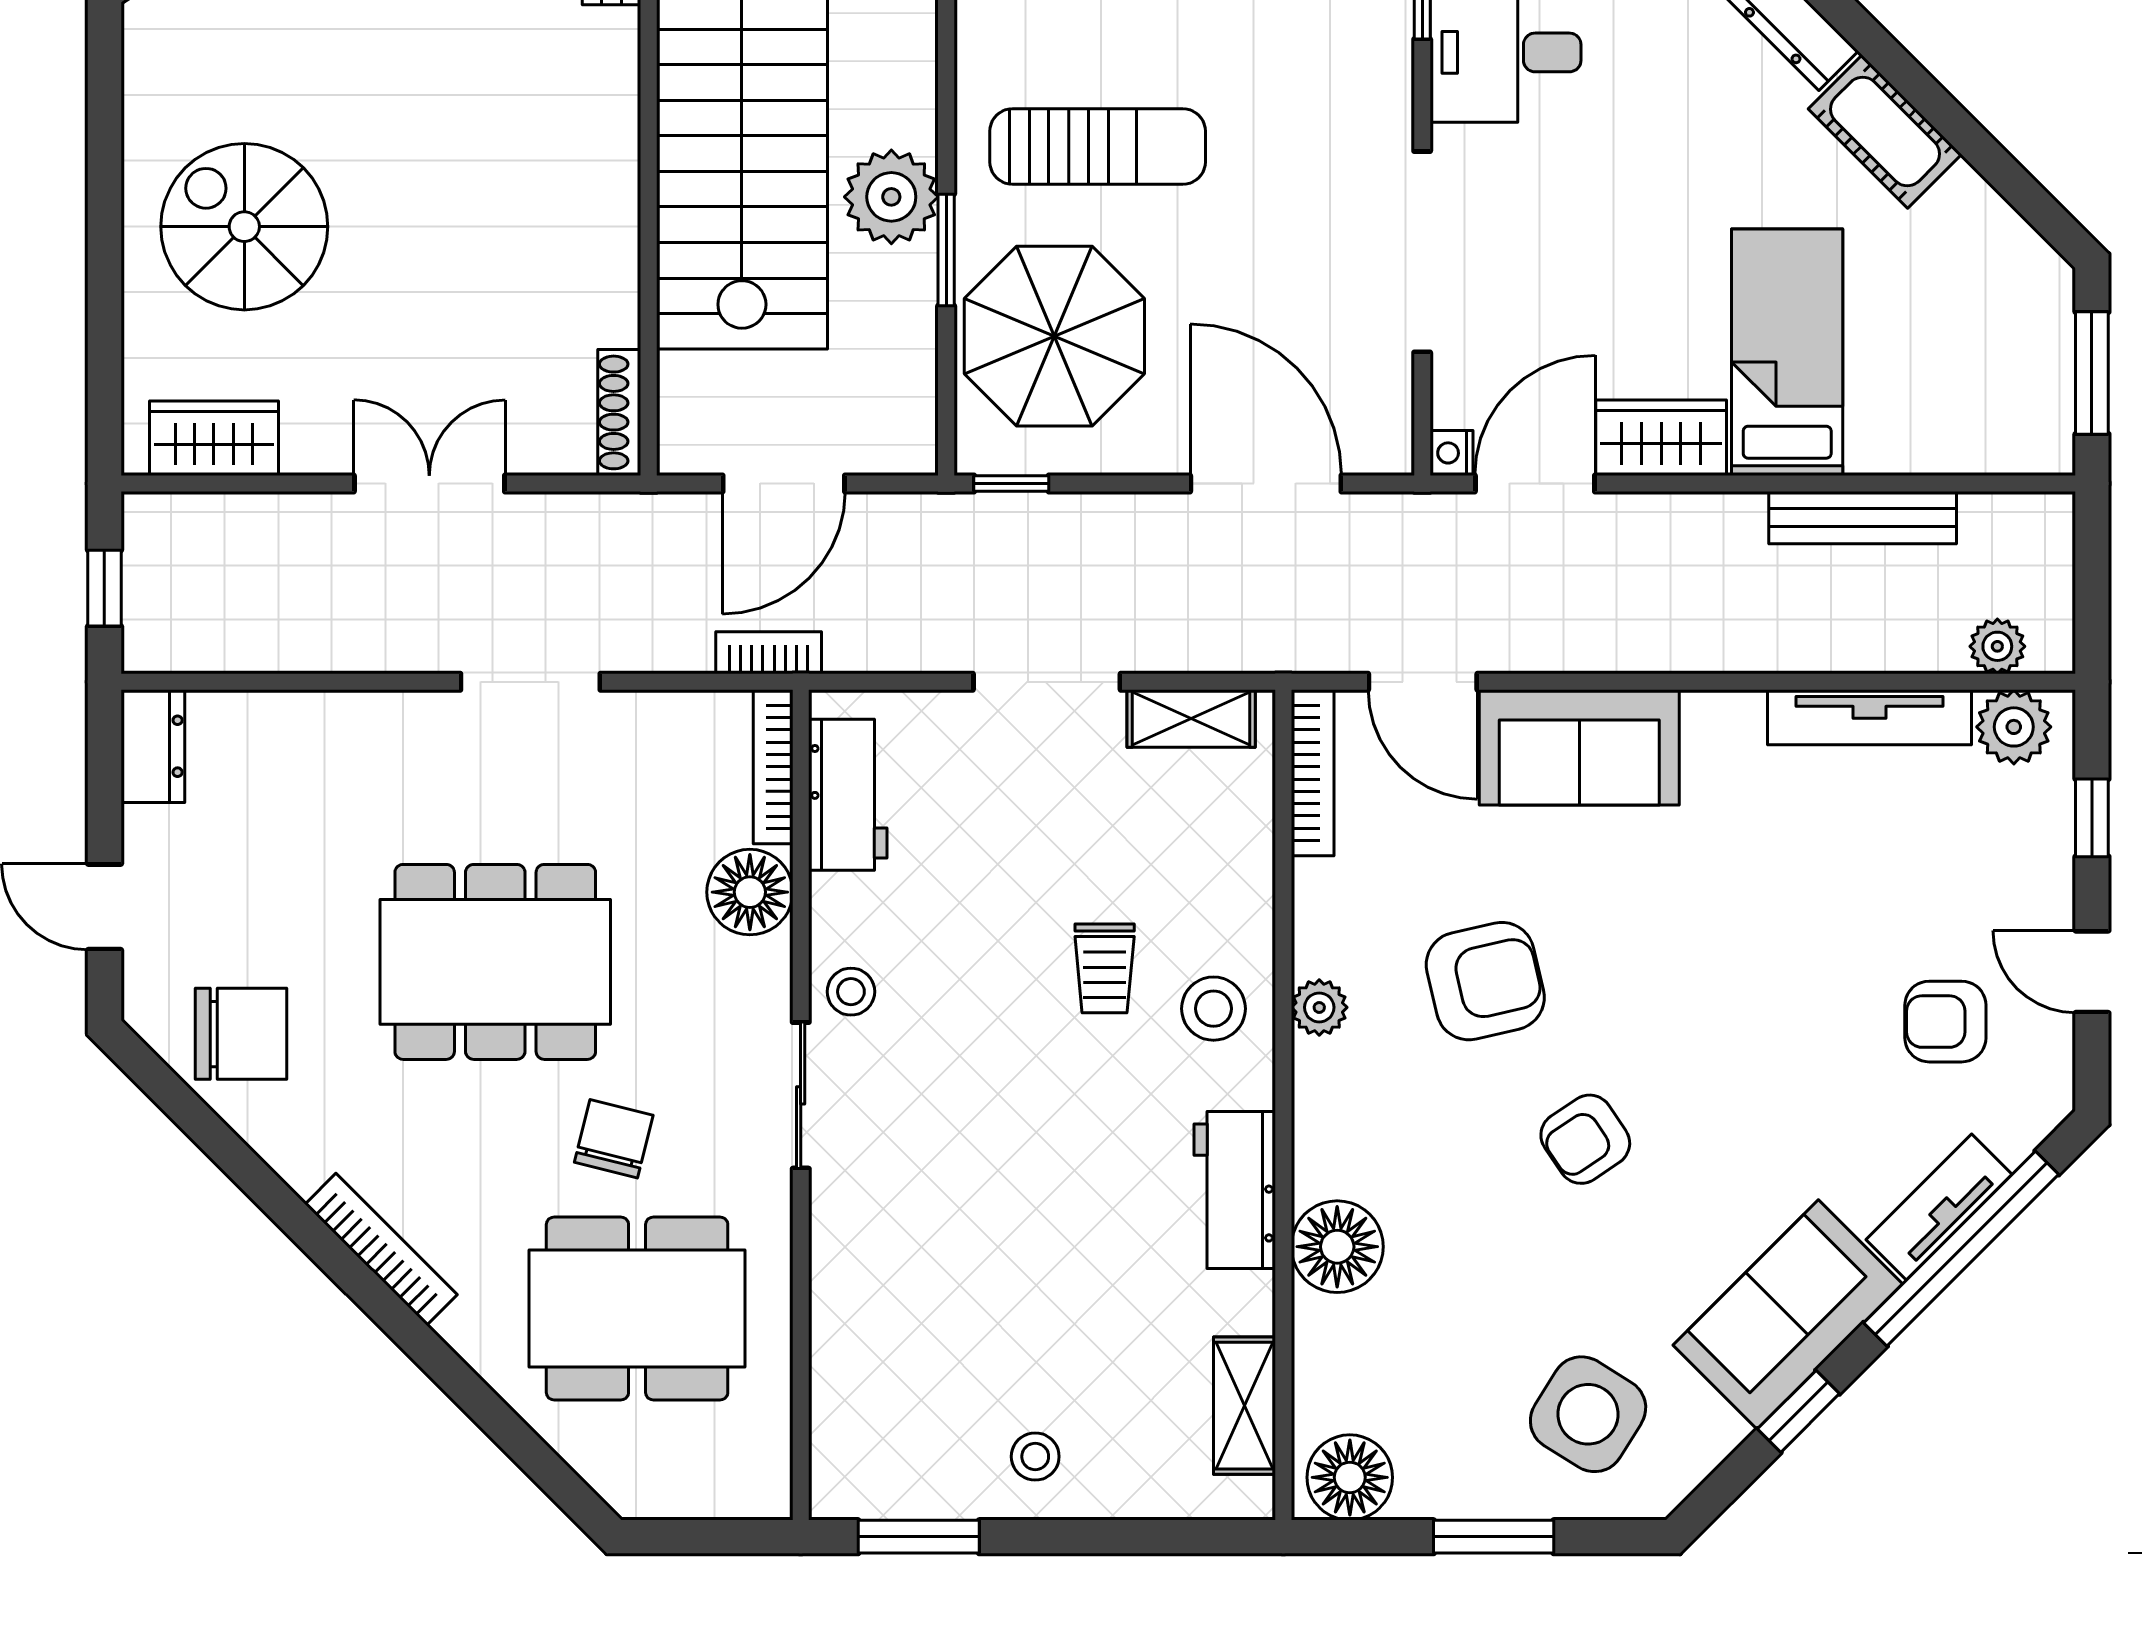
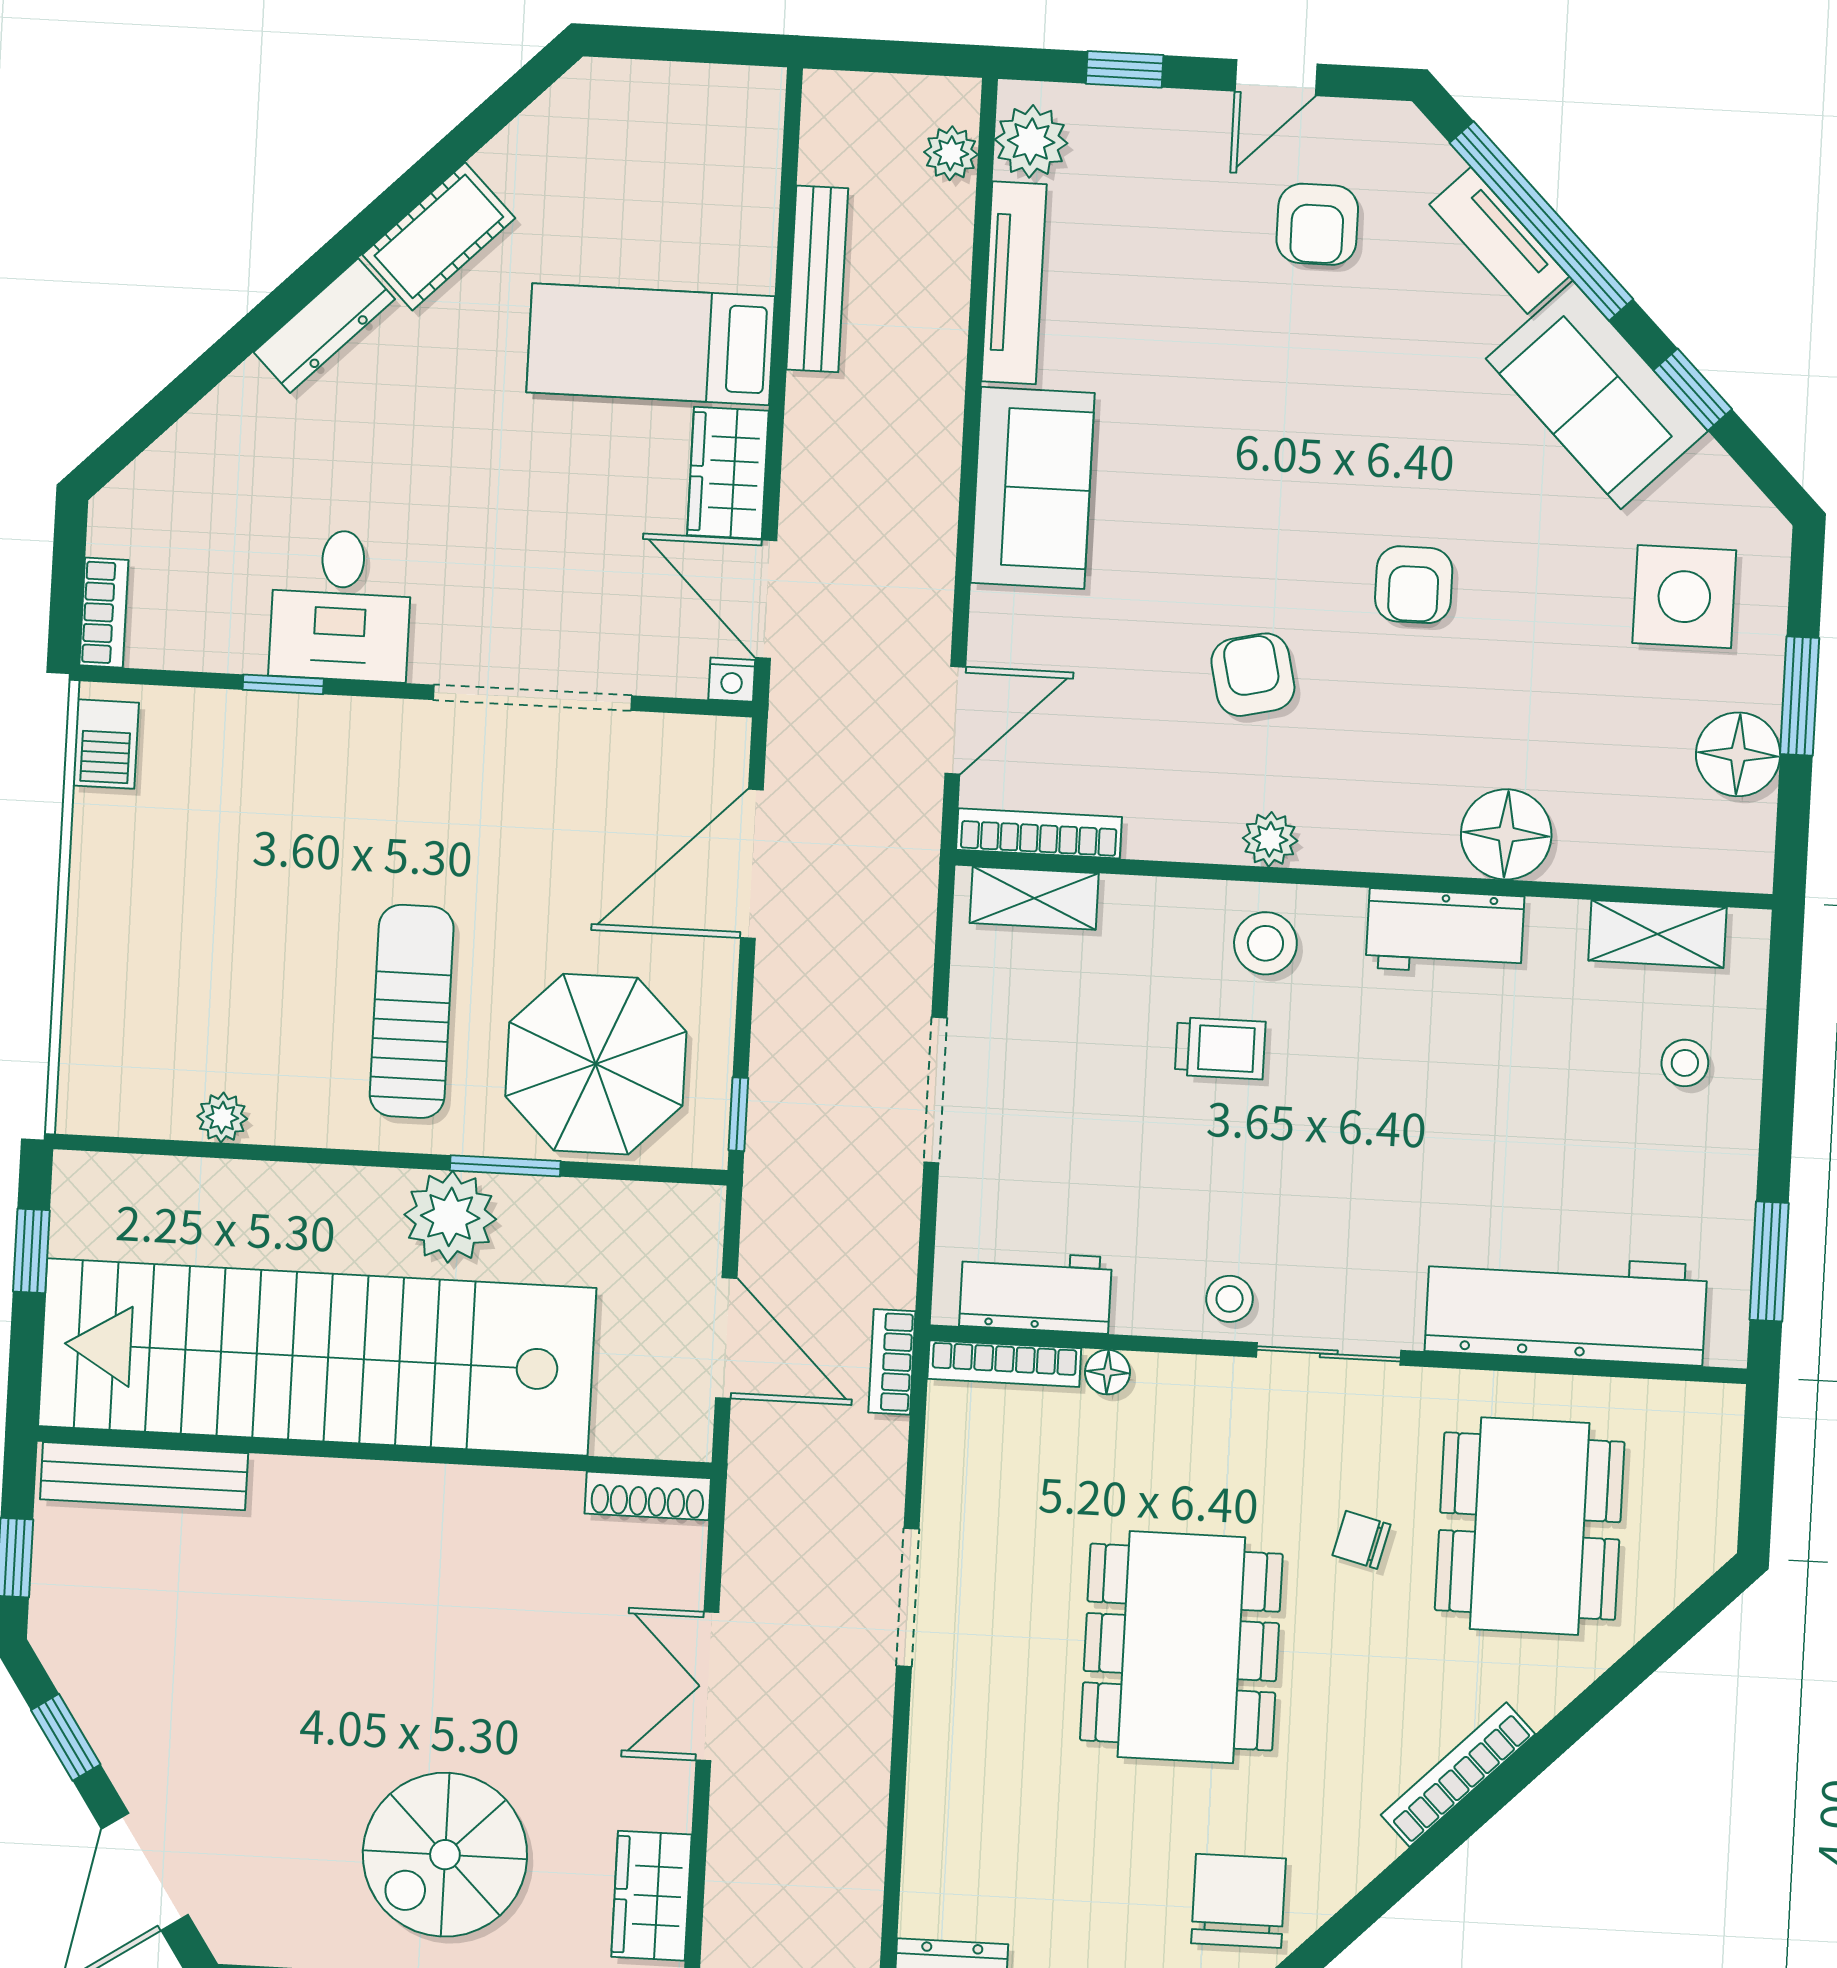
window: (2092, 373) -> (687, 46), removed
shelving: (1191, 719) -> (1034, 898), moved, turned 90
sofa: (1579, 747) -> (1033, 488), moved
floor lamp: (750, 892) -> (1107, 1372), width x0.53, depth x0.53
armchair: (1485, 981) -> (1253, 675), width x0.72, depth x0.72
chair: (614, 1139) -> (1361, 1540), width x0.73, depth x0.73
armchair: (1585, 1139) -> (1414, 585), turned 34
workbench: (860, 1333) -> (1566, 1308), added
side table: (1588, 1414) -> (1684, 597), turned -32
stool: (1035, 1457) -> (1685, 1063), moved
floor lamp: (1350, 1477) -> (1738, 754), moved

